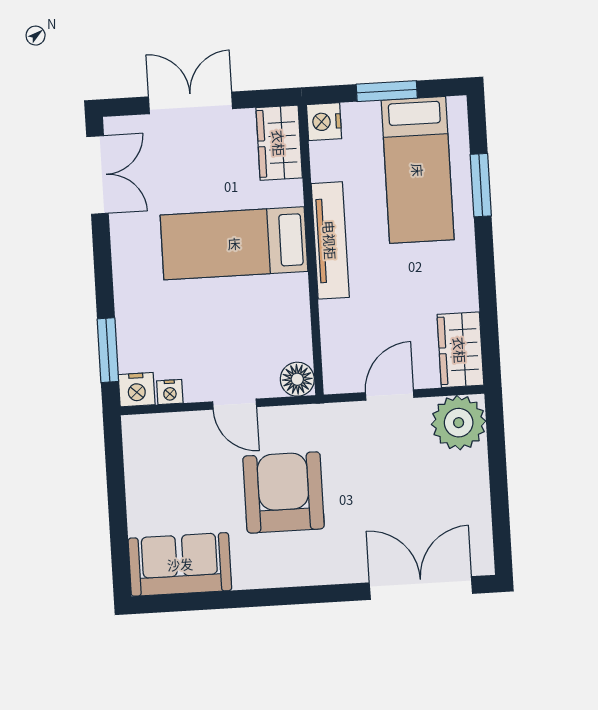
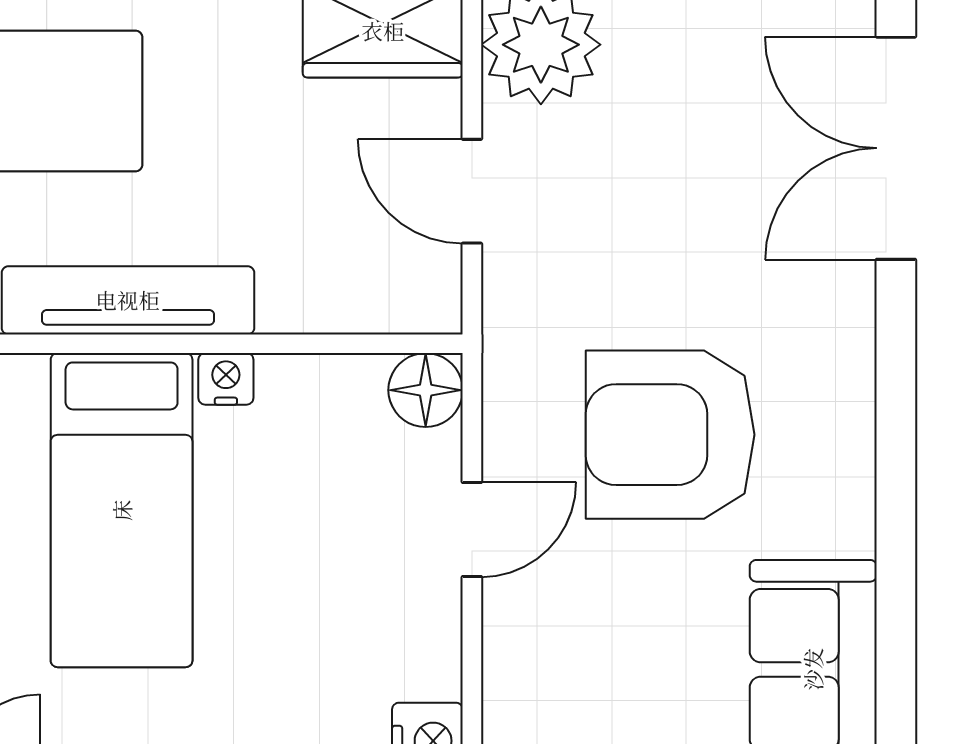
nightstand: (170, 392) -> (226, 379), moved, turned -90

